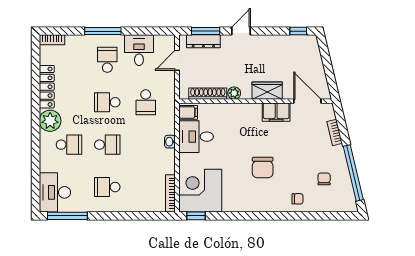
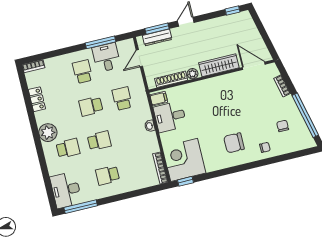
window: (103, 31) -> (101, 42), moved
locker: (47, 87) -> (37, 99), width x0.66
wardrobe: (267, 91) -> (219, 65), width x1.50
school desk: (146, 102) -> (122, 99), turned 180
filing cabinet: (276, 112) -> (230, 81), removed
chair: (263, 168) -> (234, 143), moved, turned 90

